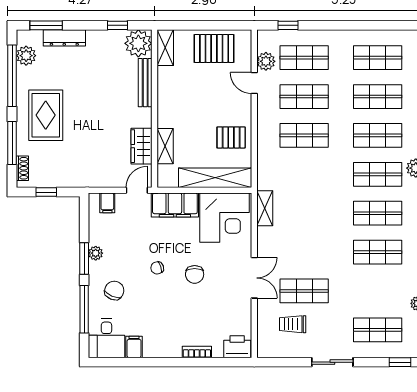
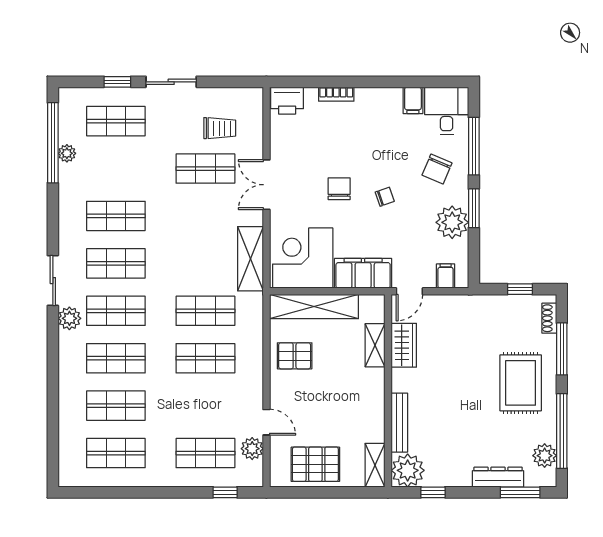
shop shelf: (304, 97) -> (205, 311), moved
shelving: (265, 208) -> (250, 259), width x1.50, depth x1.33
plant: (96, 253) -> (452, 222), width x1.88, depth x1.88
window: (400, 362) -> (117, 82), moved

